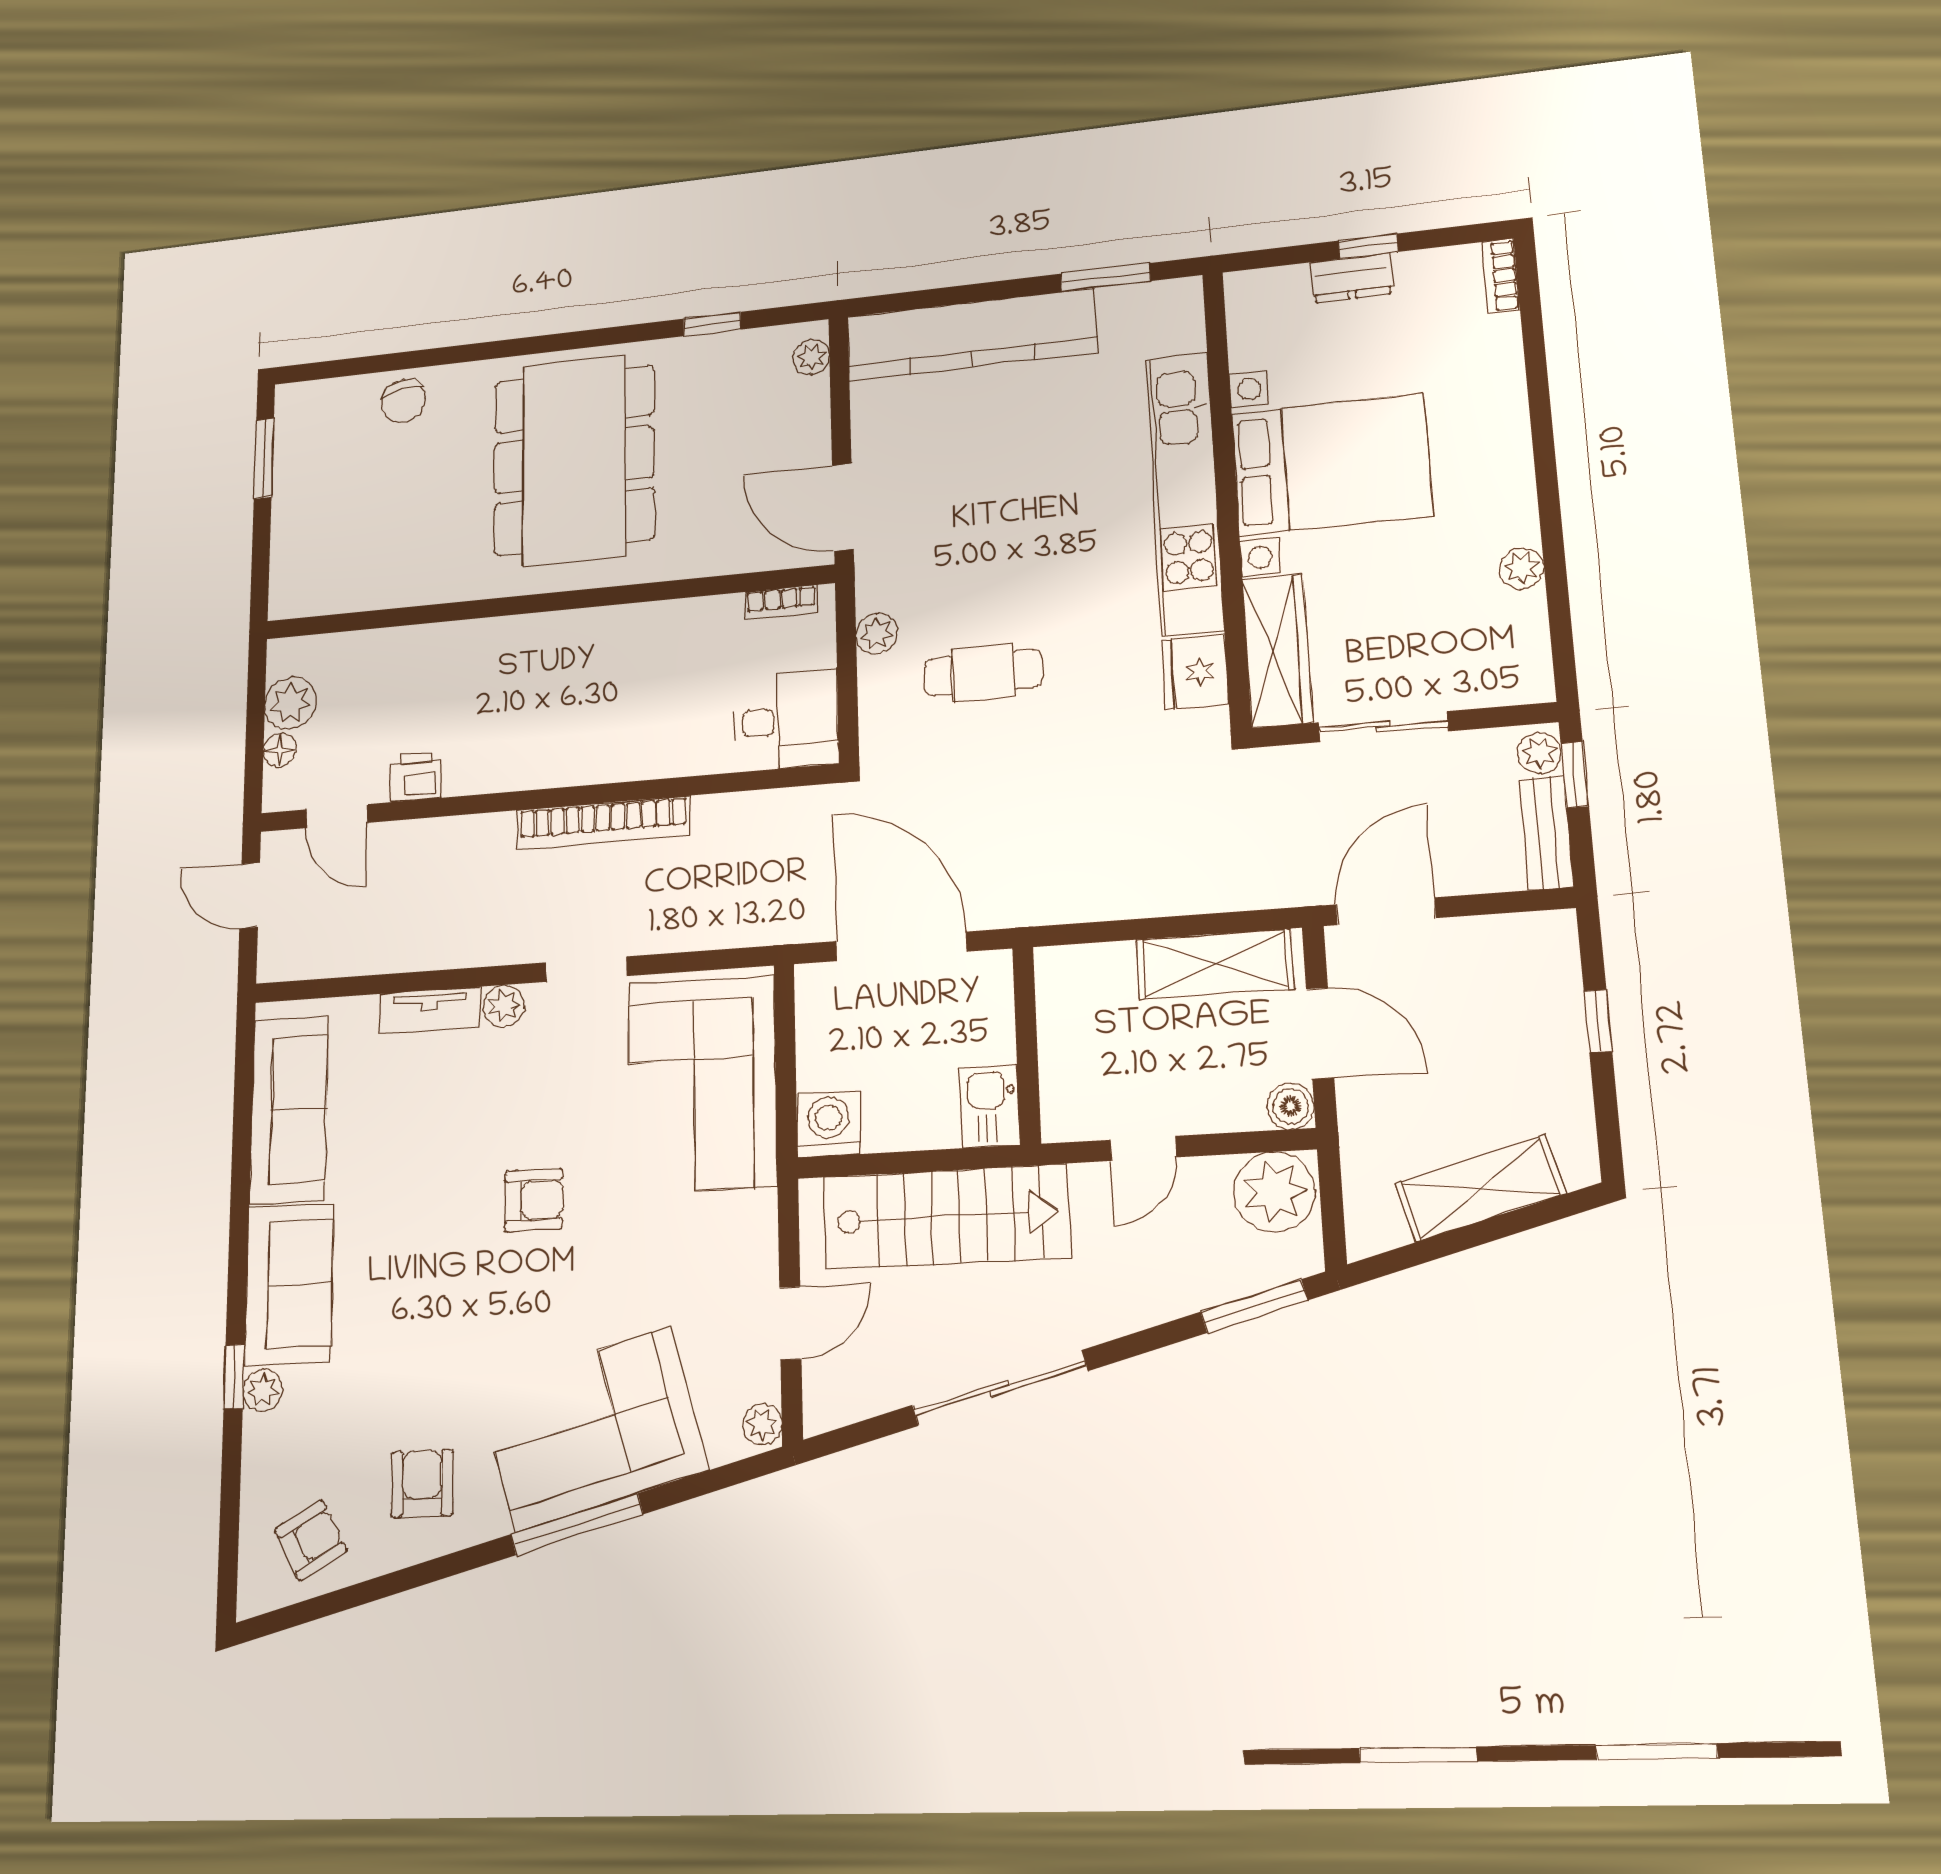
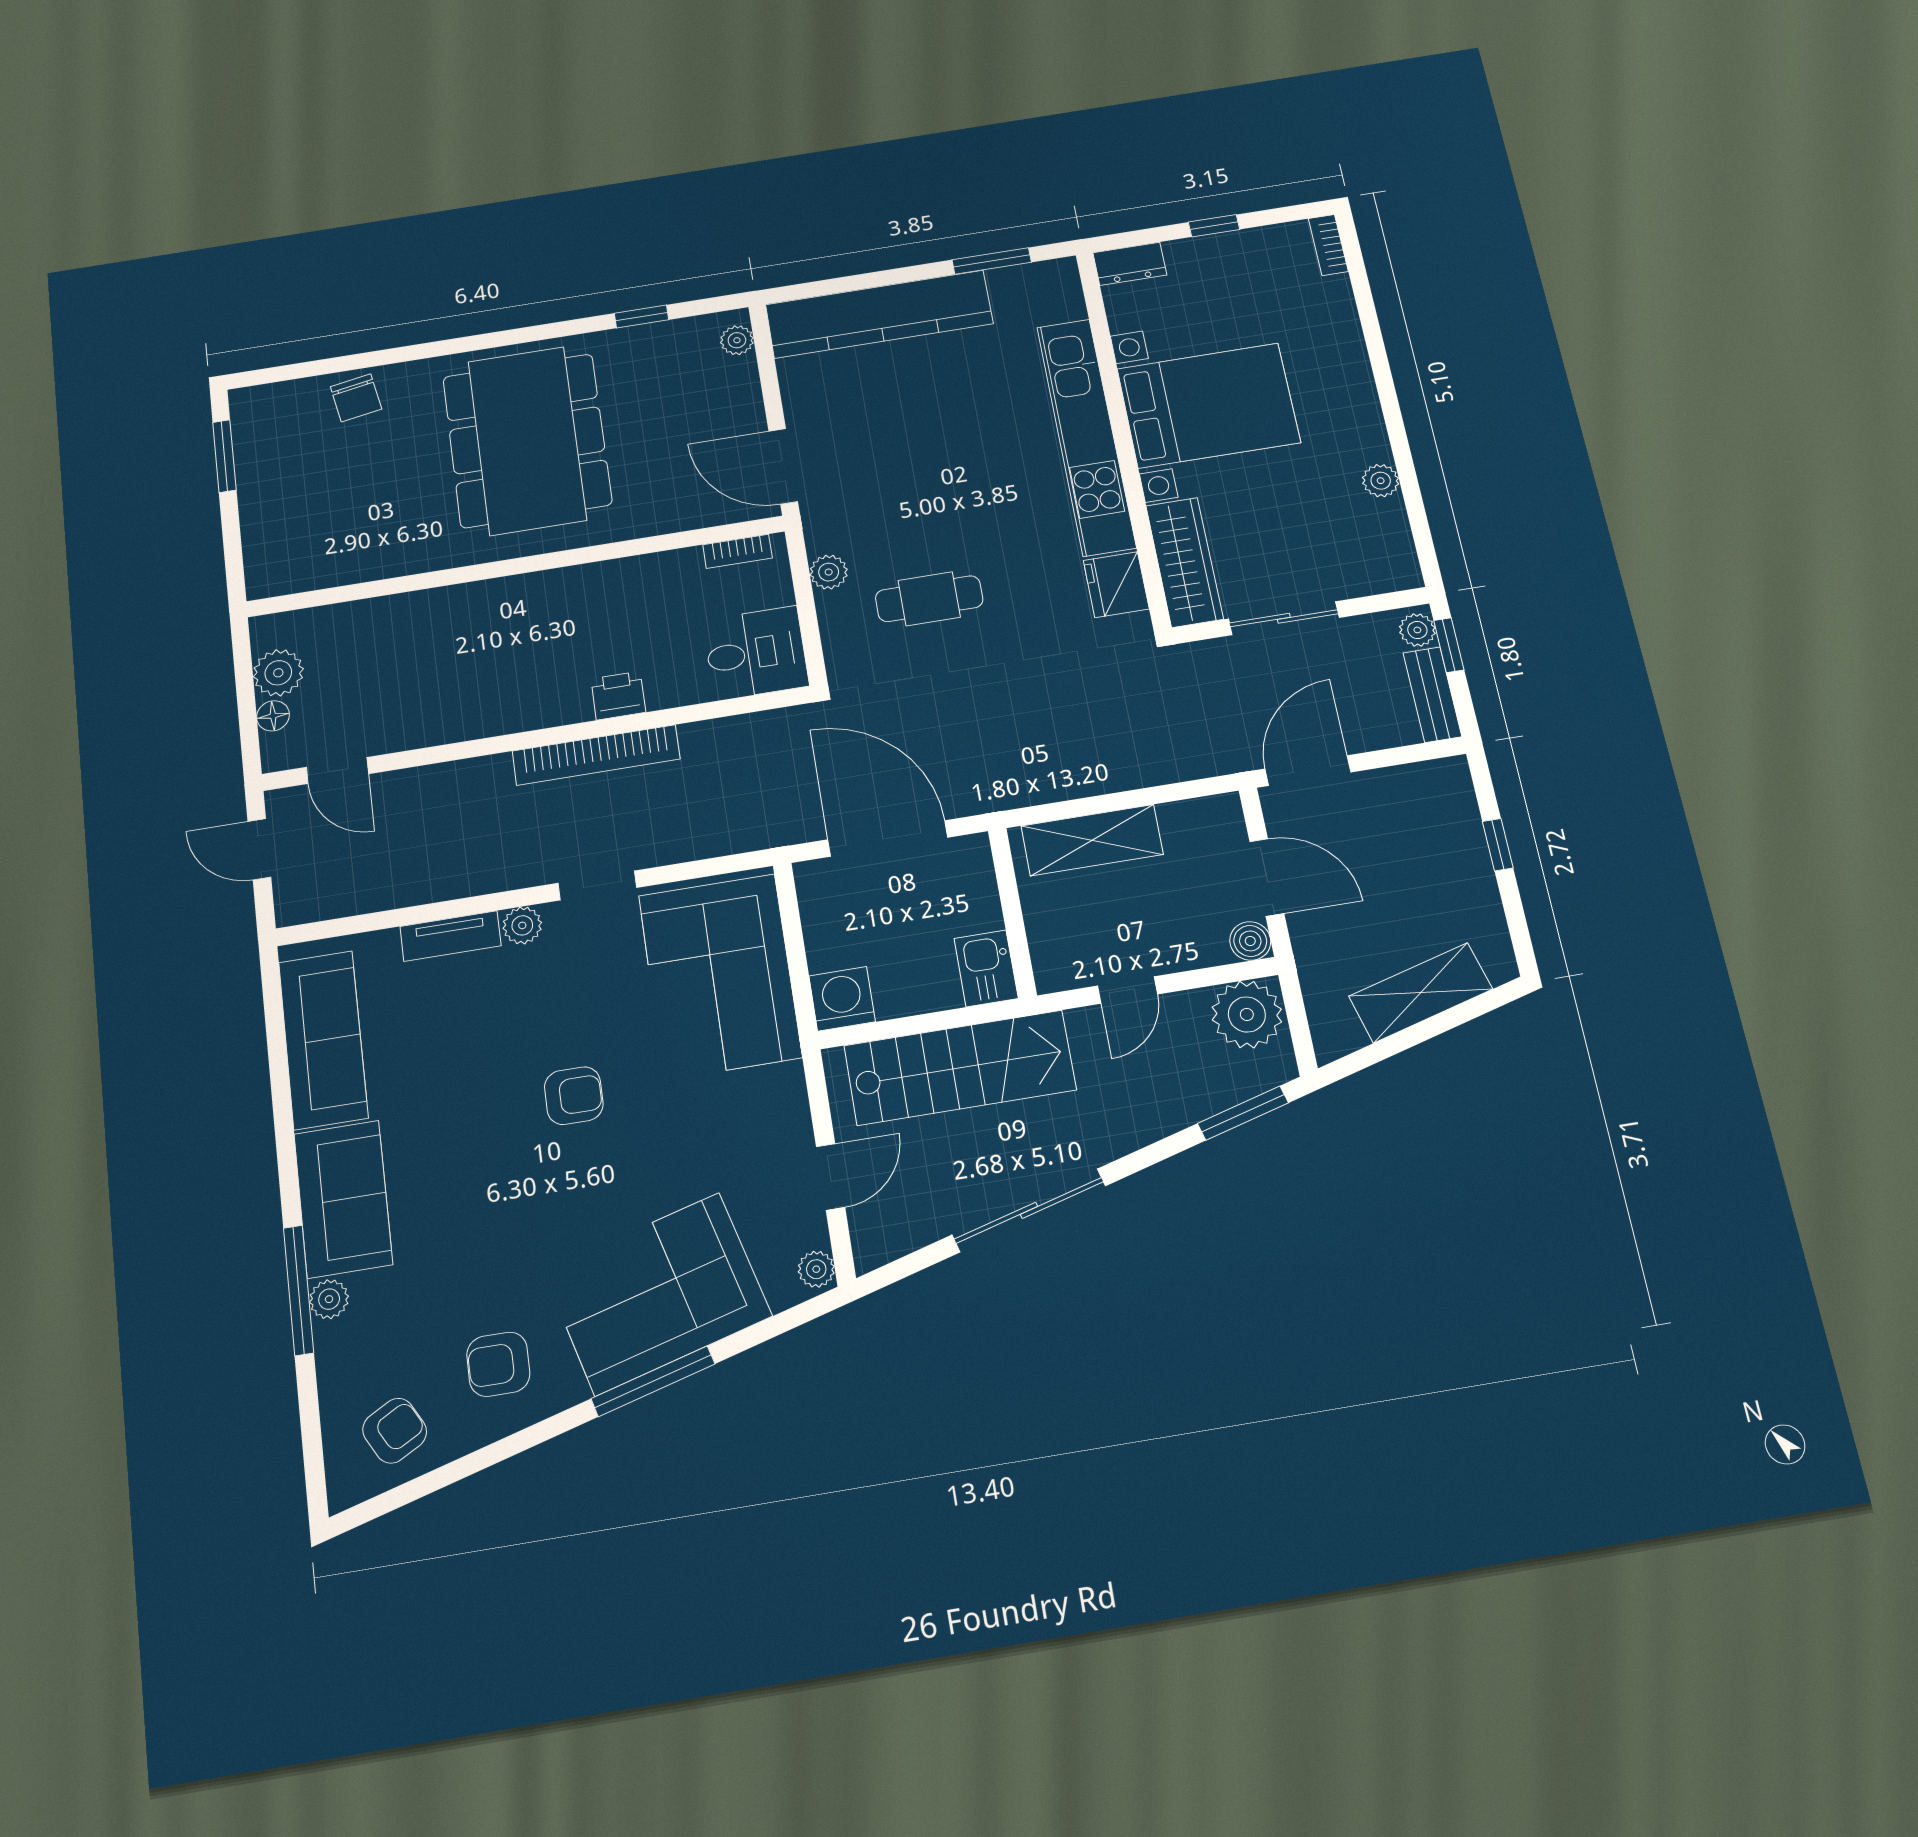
dresser: (1352, 278) -> (1130, 264), moved
printer: (416, 776) -> (618, 696), moved
shelving: (1215, 964) -> (1092, 840), moved
window: (234, 1377) -> (299, 1290), width x2.17
armchair: (422, 1484) -> (498, 1364), turned -90

